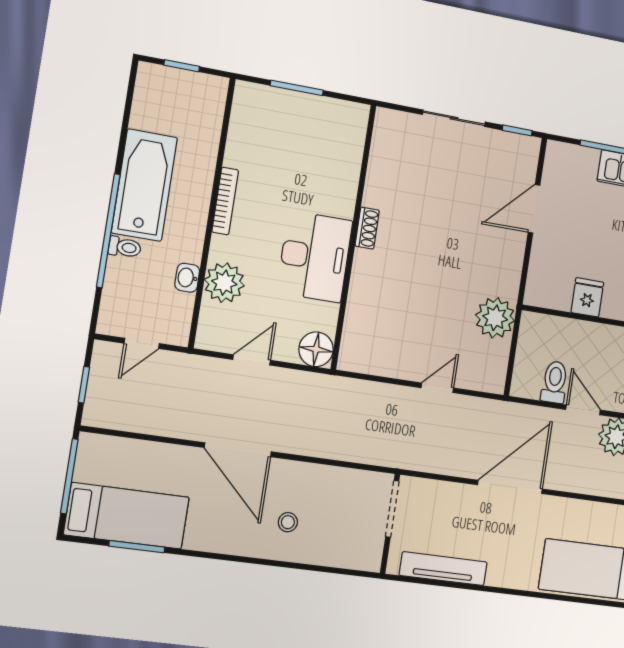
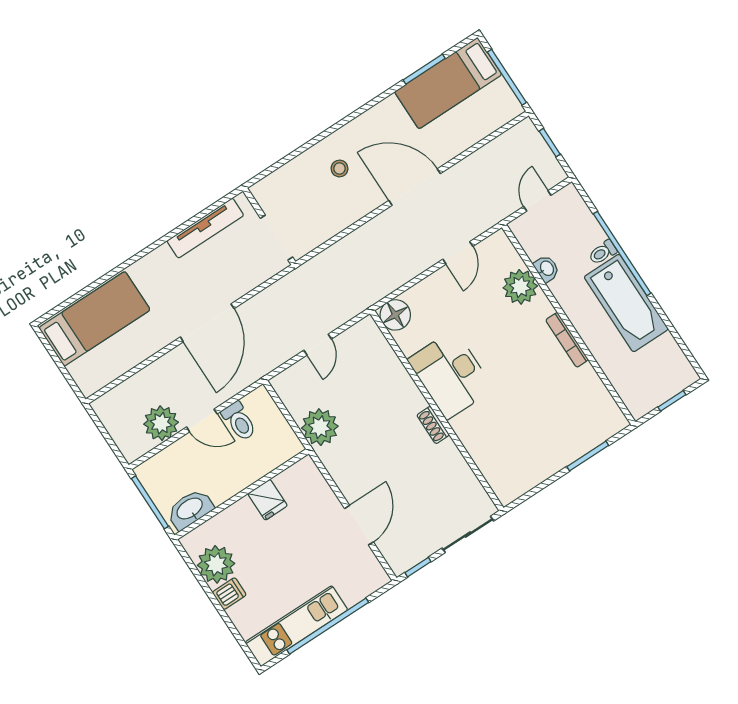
shoe rack: (367, 228) -> (433, 425), moved
wall: (353, 237) -> (437, 411), moved
desk: (315, 257) -> (451, 374), moved
floor lamp: (316, 349) -> (395, 315), moved

